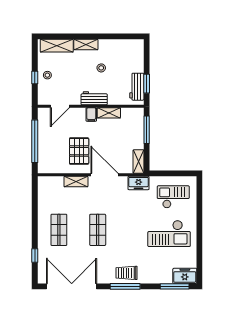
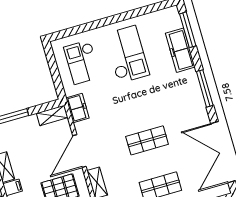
trolley: (127, 273) -> (188, 91), removed
freezer: (185, 276) -> (180, 50), moved, width x1.40

